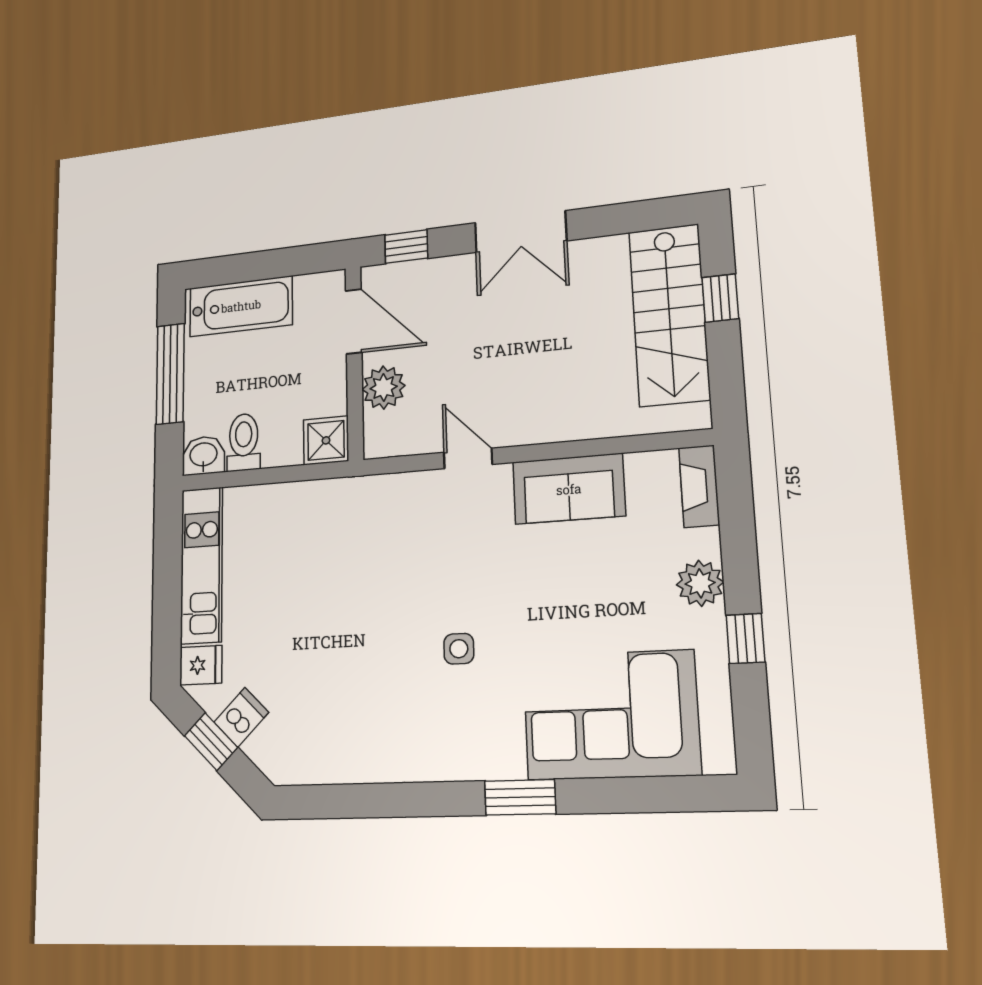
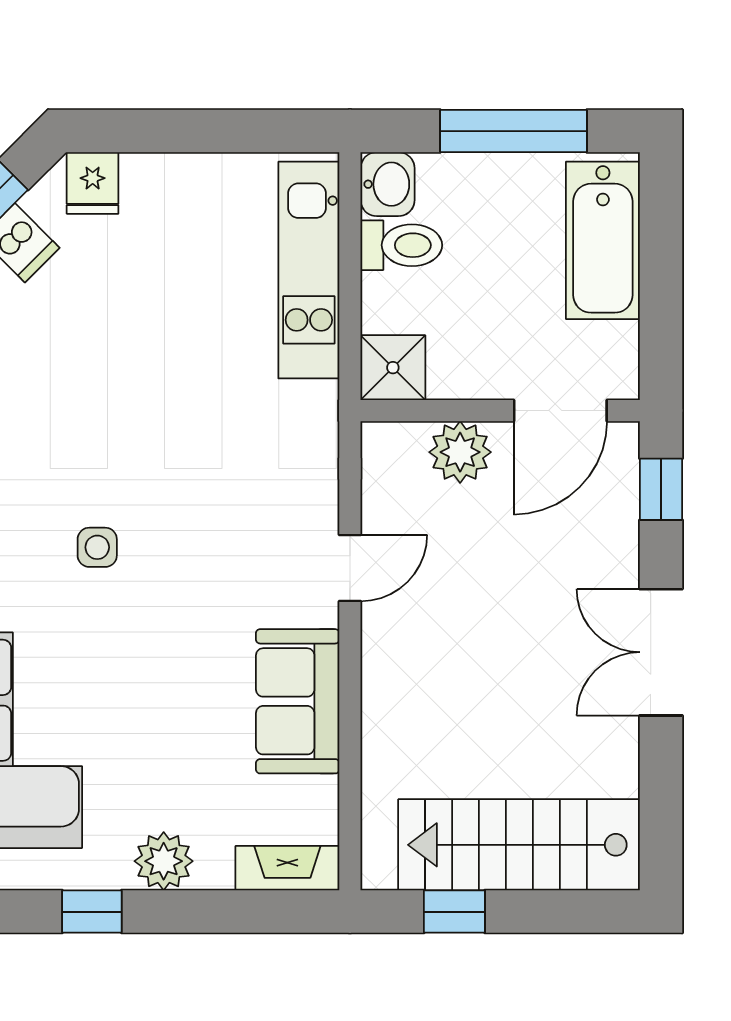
window: (720, 298) -> (454, 912), moved
kitchen unit: (202, 565) -> (309, 270), moved, turned 90

